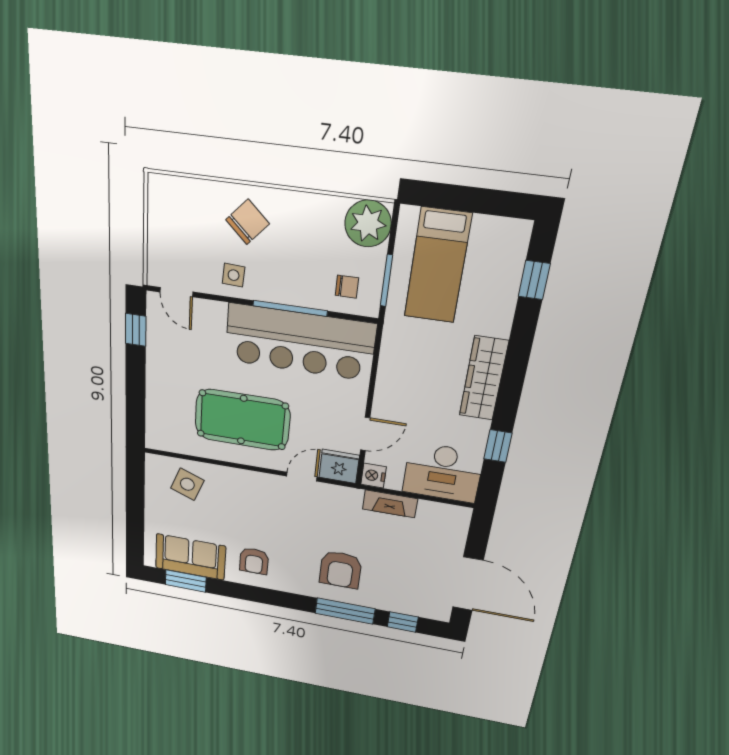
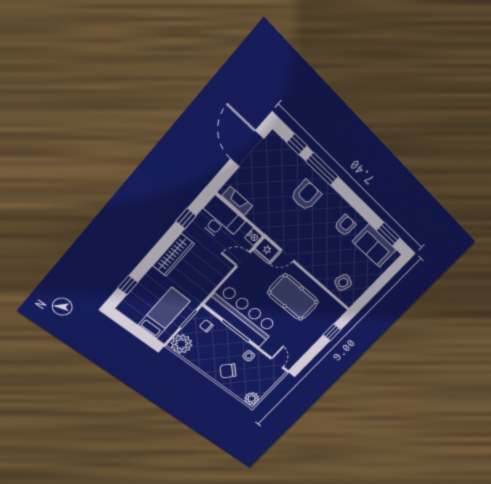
plant: (163, 191) -> (252, 399), added
window: (136, 330) -> (332, 332), moved
fireplace: (390, 504) -> (237, 201), moved

